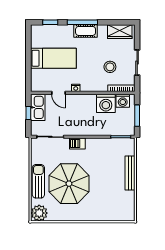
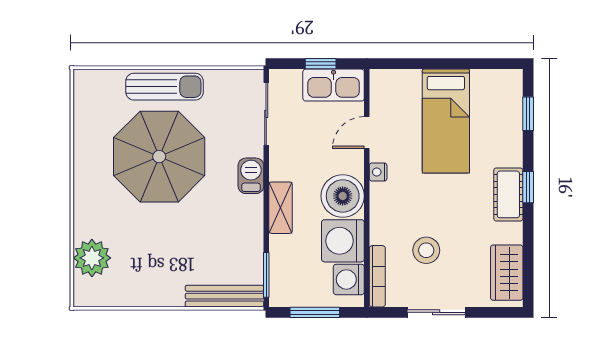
window: (82, 22) -> (528, 187), width x0.46
boiler: (86, 103) -> (343, 196), added
shelving: (91, 131) -> (281, 208), added
bench: (130, 173) -> (224, 296), moved
plant: (39, 213) -> (92, 258), moved

